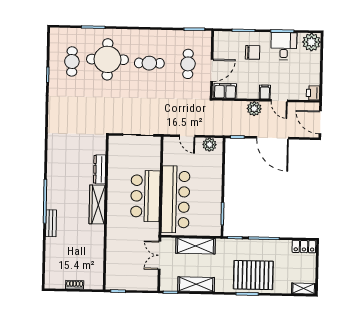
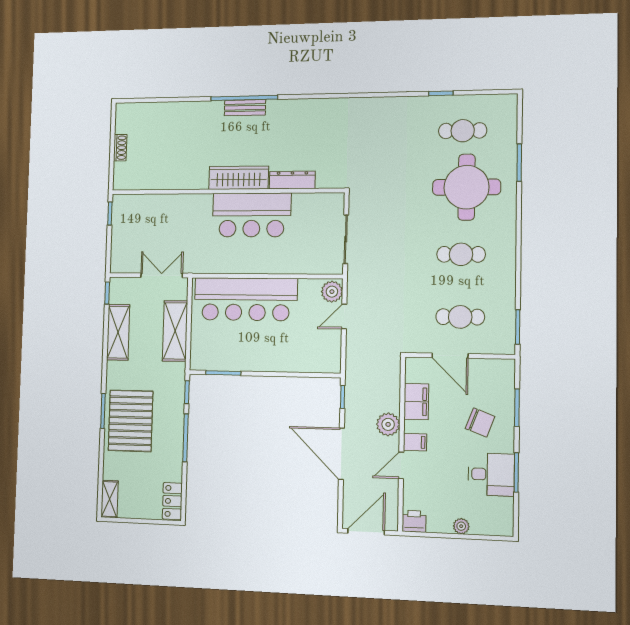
plant: (311, 42) -> (461, 526), moved, width x0.53, depth x0.53
chair: (253, 52) -> (480, 423), turned -69
cafe table: (149, 63) -> (461, 254), turned 90
filing cabinet: (225, 91) -> (416, 402), moved
door: (273, 138) -> (341, 454), hinge flipped
plant: (209, 145) -> (332, 292), moved
bar counter: (145, 196) -> (252, 215), moved, turned 180
bench: (51, 223) -> (245, 108), moved

